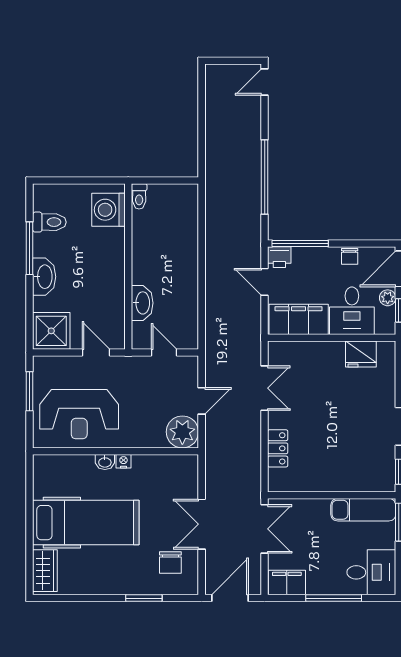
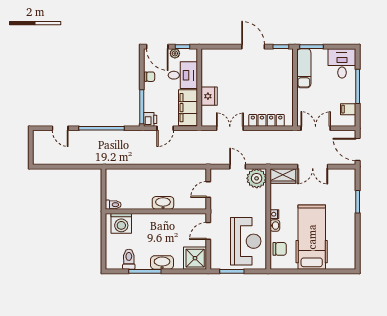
door: (265, 82) -> (60, 128), moved
washbasin: (142, 303) -> (163, 203), moved
fridge: (361, 354) -> (209, 96), moved
locker: (278, 448) -> (267, 120), width x1.53
chair: (170, 563) -> (280, 249), moved
wardrobe: (45, 571) -> (283, 176), moved, turned 180
filing cabinet: (287, 583) -> (348, 109), width x0.50

